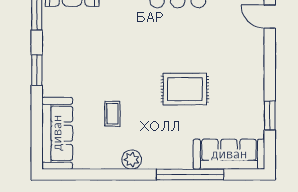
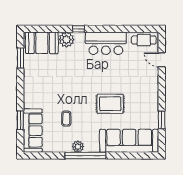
window: (37, 70) -> (20, 120), moved
sofa: (229, 154) -> (129, 141), width x1.36, depth x1.27
window: (190, 174) -> (85, 156), moved

